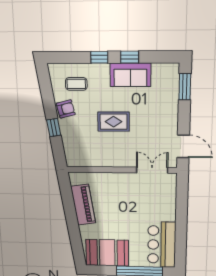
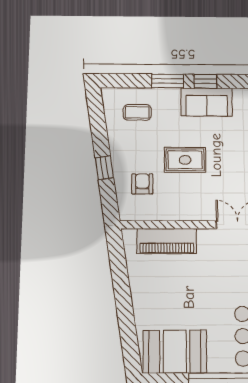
window: (99, 57) -> (168, 81), width x1.50
armchair: (66, 109) -> (142, 184), moved, turned -76
piano: (83, 205) -> (167, 241), moved, turned 99

